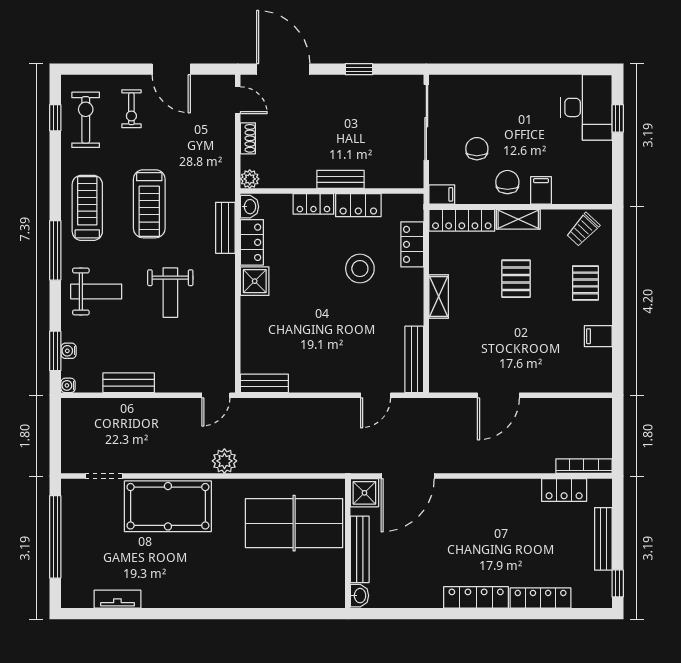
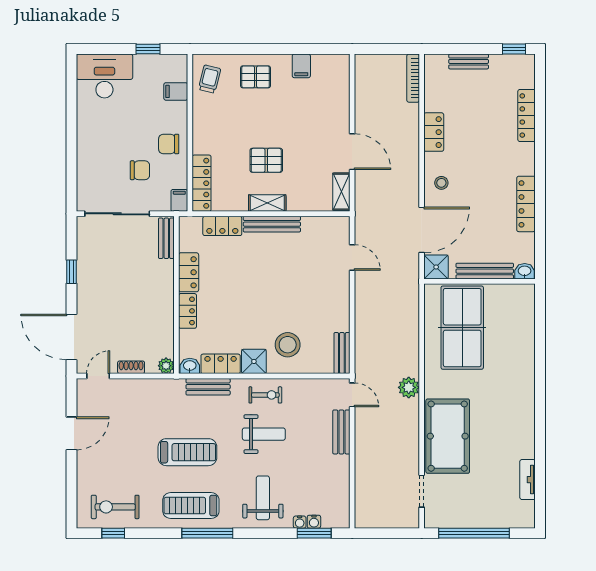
door: (283, 69) -> (72, 337), hinge flipped
exercise bike: (131, 109) -> (265, 395), moved
window: (618, 118) -> (148, 49), moved
chair: (477, 149) -> (140, 170), turned 180
bench: (340, 179) -> (166, 238), moved
filing cabinet: (541, 190) -> (176, 91), moved
shelving: (518, 219) -> (341, 192), moved
trolley: (583, 230) -> (210, 79), turned -119
window: (55, 250) -> (207, 533), moved
stool: (360, 269) -> (288, 345), moved
pallet: (516, 279) -> (266, 160), moved
bench: (414, 359) -> (272, 224), moved
bench: (129, 383) -> (341, 432), moved
water cooler: (68, 385) -> (300, 522), moved
door: (408, 476) -> (422, 230), hinge flipped
locker: (564, 490) -> (434, 132), moved
stool: (462, 499) -> (441, 183), added
bench: (603, 539) -> (469, 61), width x0.73
locker: (476, 597) -> (526, 204), moved

